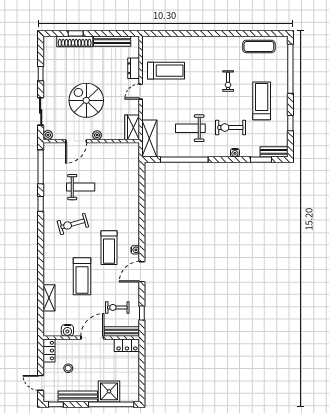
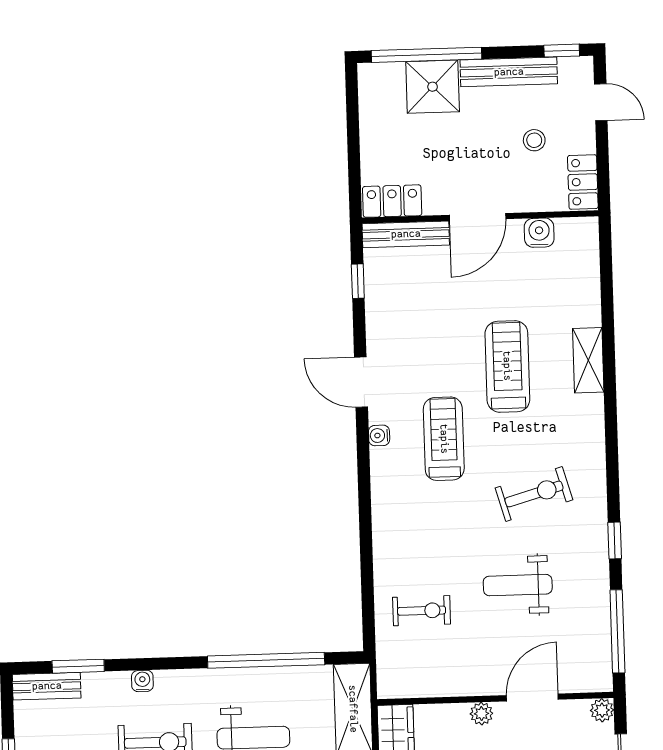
door: (142, 272) -> (361, 382), swing flipped
shelving: (49, 298) -> (588, 360), moved
exercise bike: (117, 307) -> (422, 611), moved

